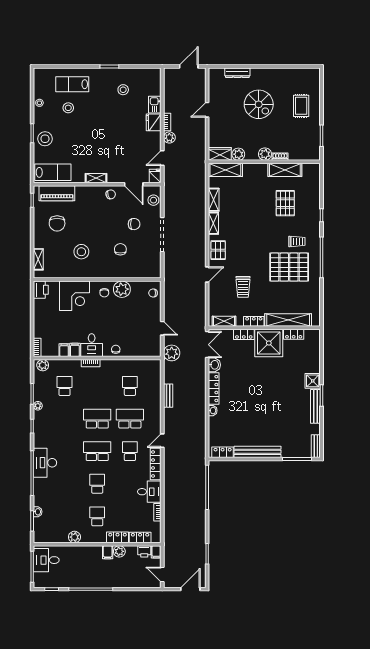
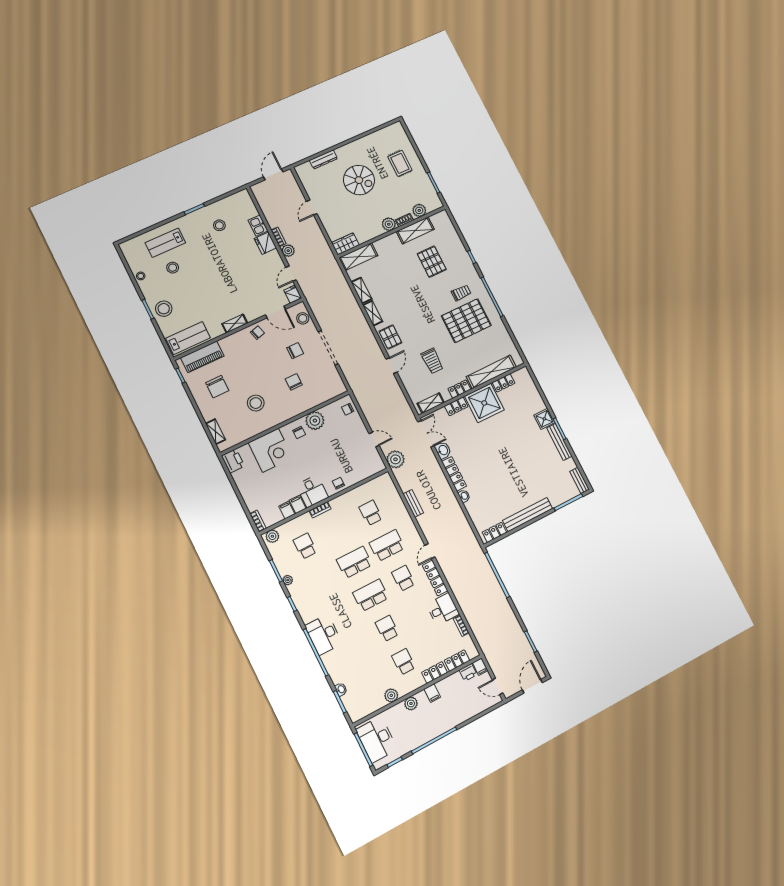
plant: (238, 154) -> (419, 210), moved
plant: (119, 551) -> (411, 703), moved
desk: (46, 560) -> (377, 739), width x1.37

